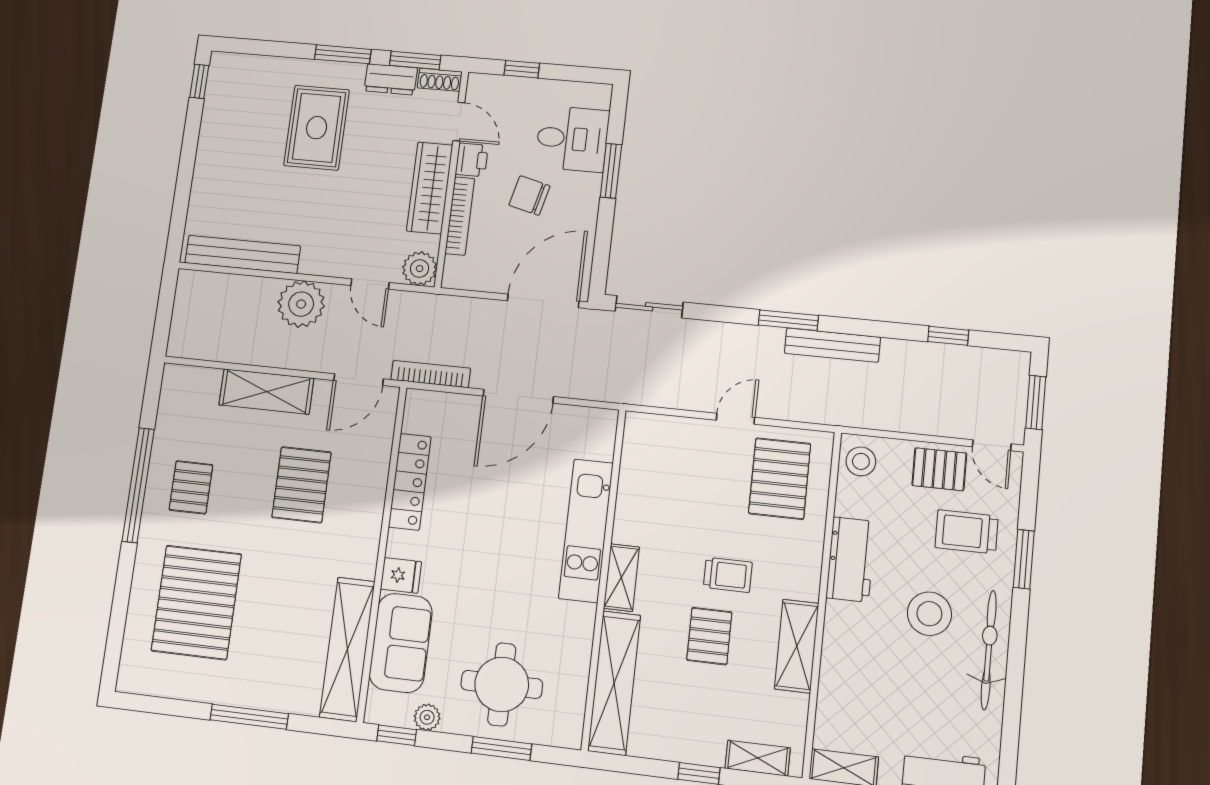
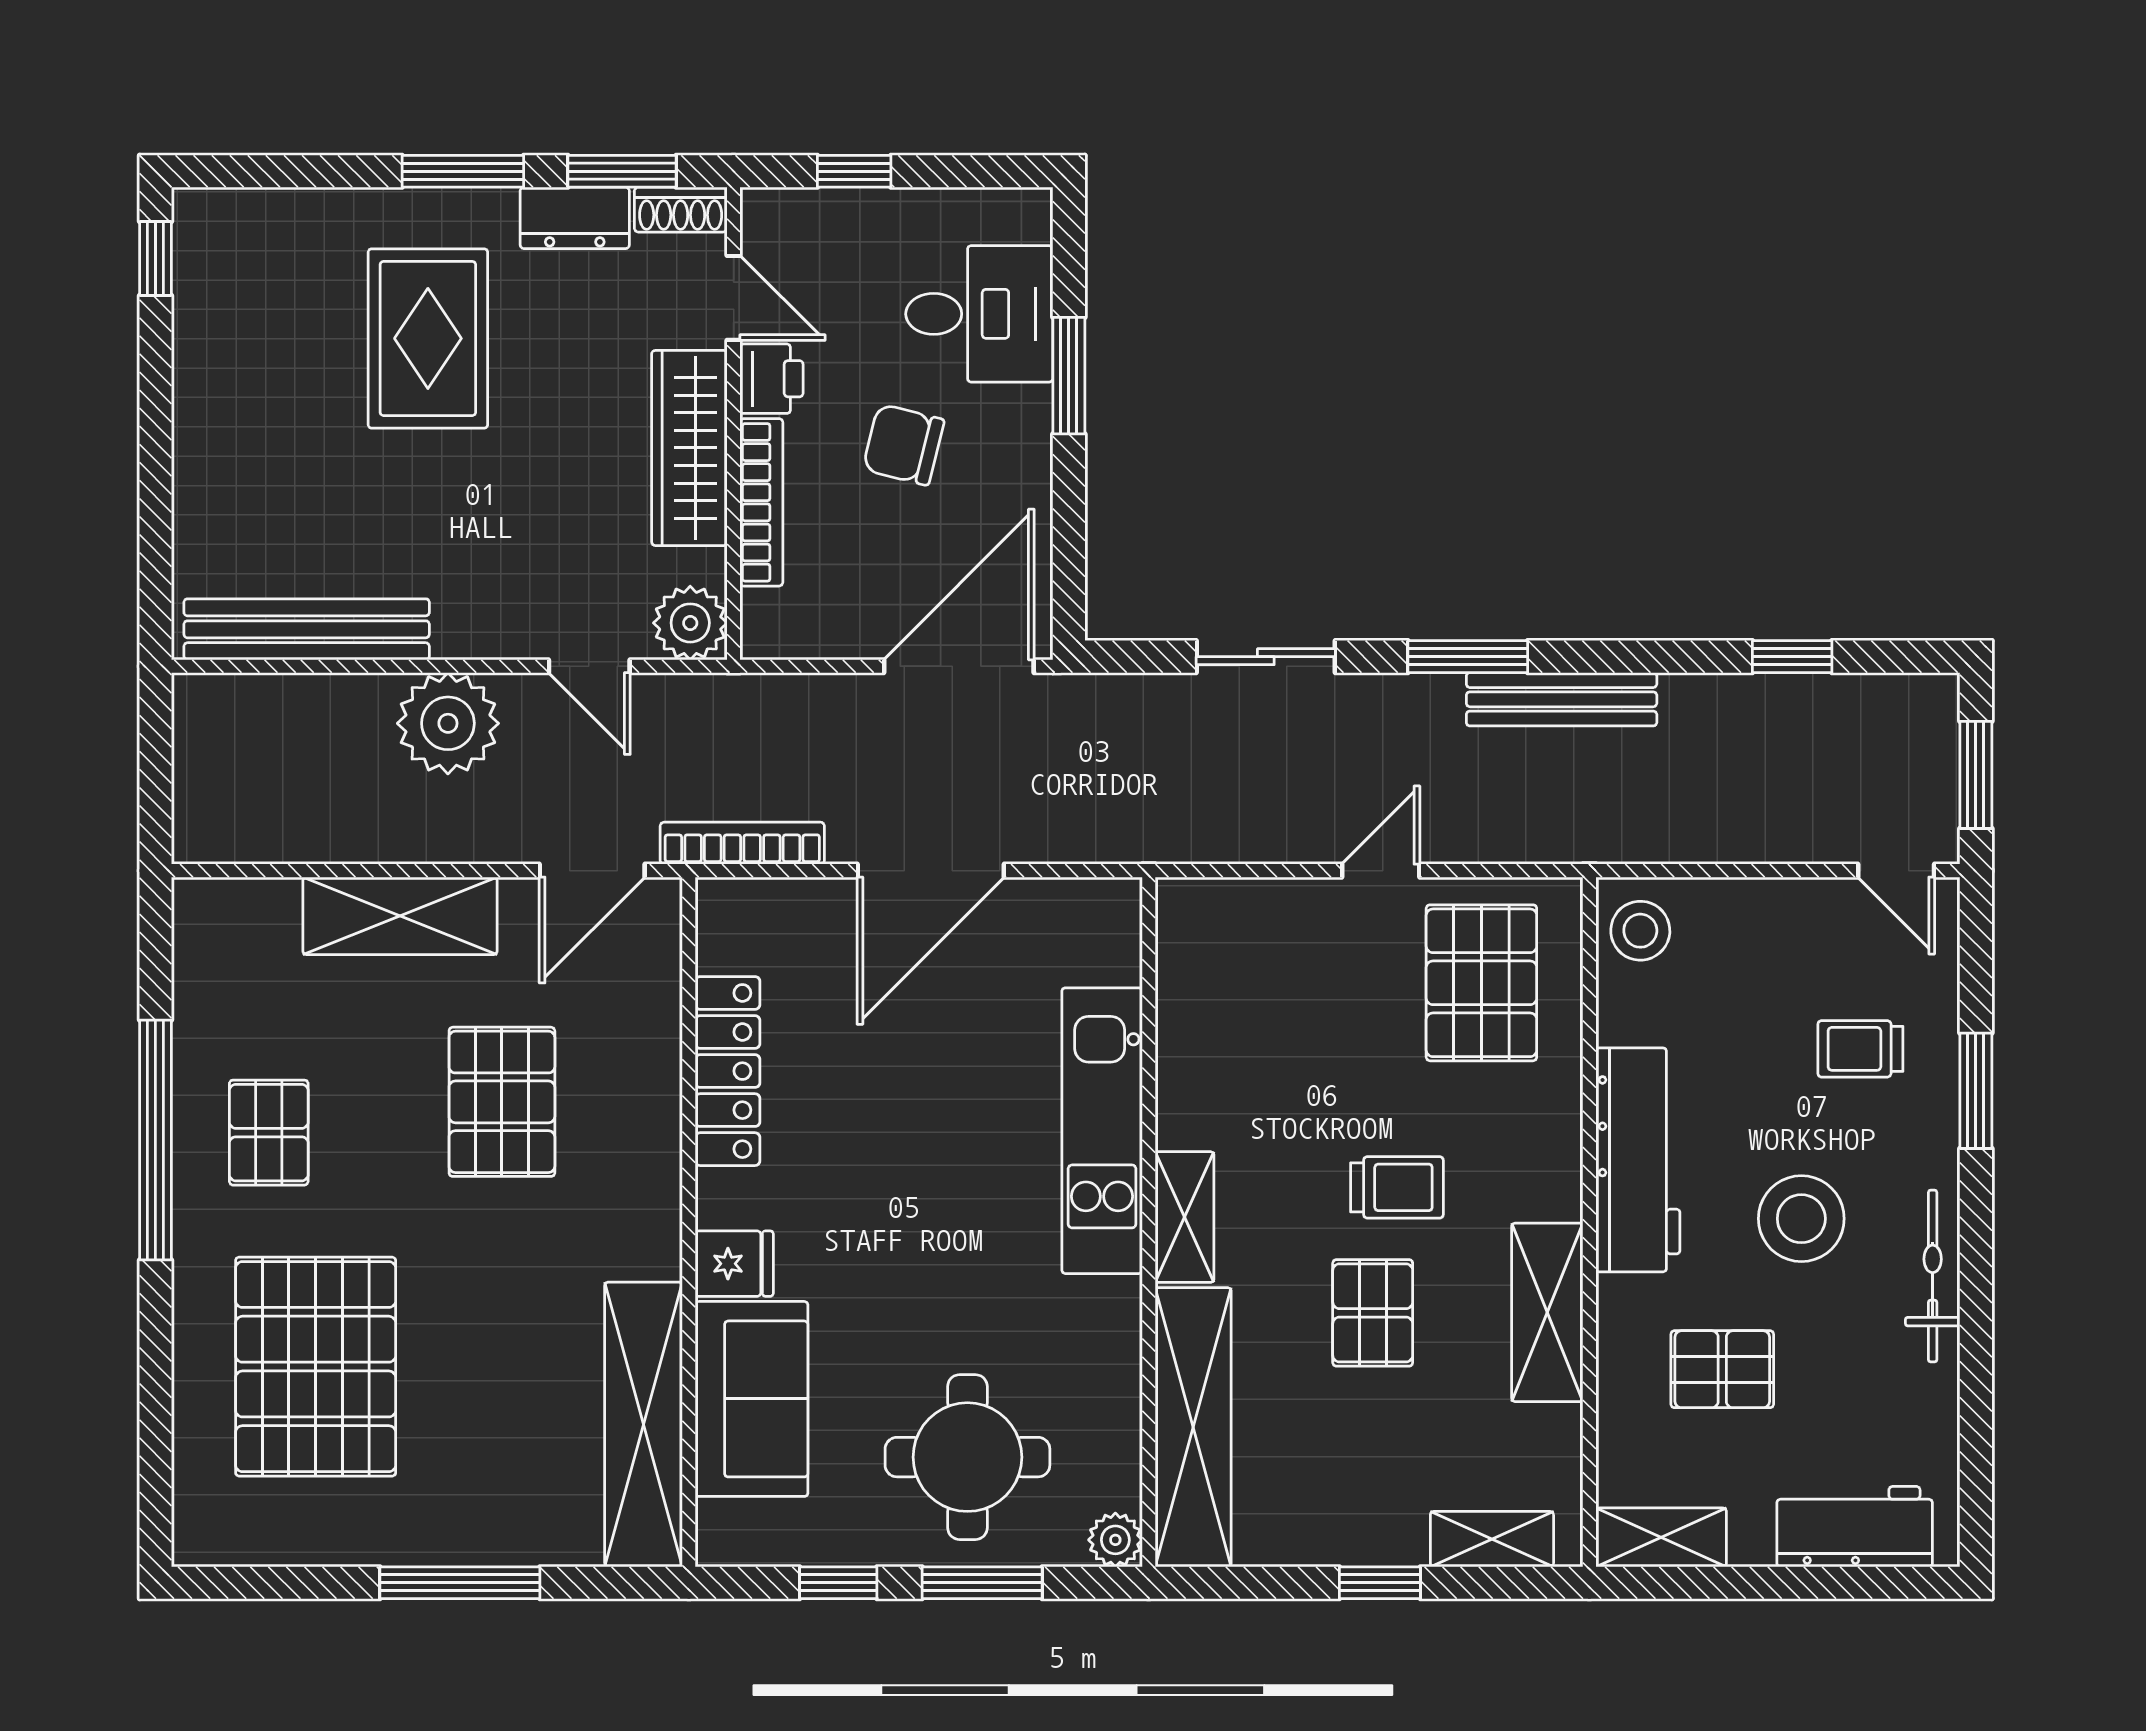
sliding door: (649, 307) -> (1266, 657), moved
pallet: (939, 469) -> (1722, 1369), moved
trolley: (967, 532) -> (1860, 1049), width x0.73, depth x0.72
workbench: (851, 559) -> (1638, 1160), width x1.38
bicycle: (989, 650) -> (1933, 1276), width x0.73, depth x0.71
plant: (427, 717) -> (1115, 1540), moved
window: (397, 735) -> (838, 1583), moved

